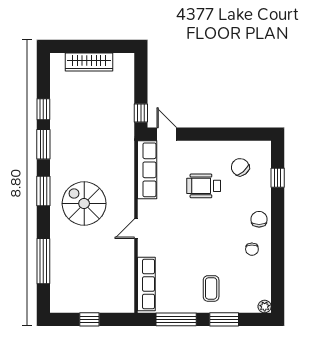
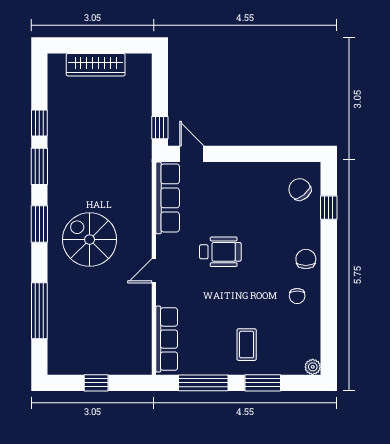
chair: (240, 167) -> (300, 189), moved
wheelchair: (204, 186) -> (220, 252), moved, turned 180

